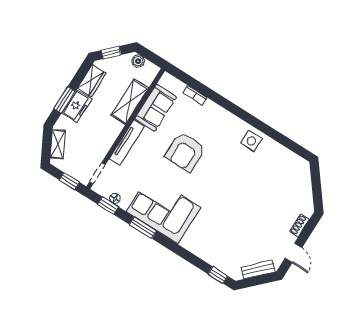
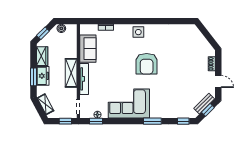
shelving: (130, 102) -> (71, 73), moved
side table: (251, 141) -> (138, 32), moved
armchair: (185, 152) -> (147, 64), moved
window: (143, 228) -> (152, 121), moved
window: (258, 280) -> (208, 110), added

